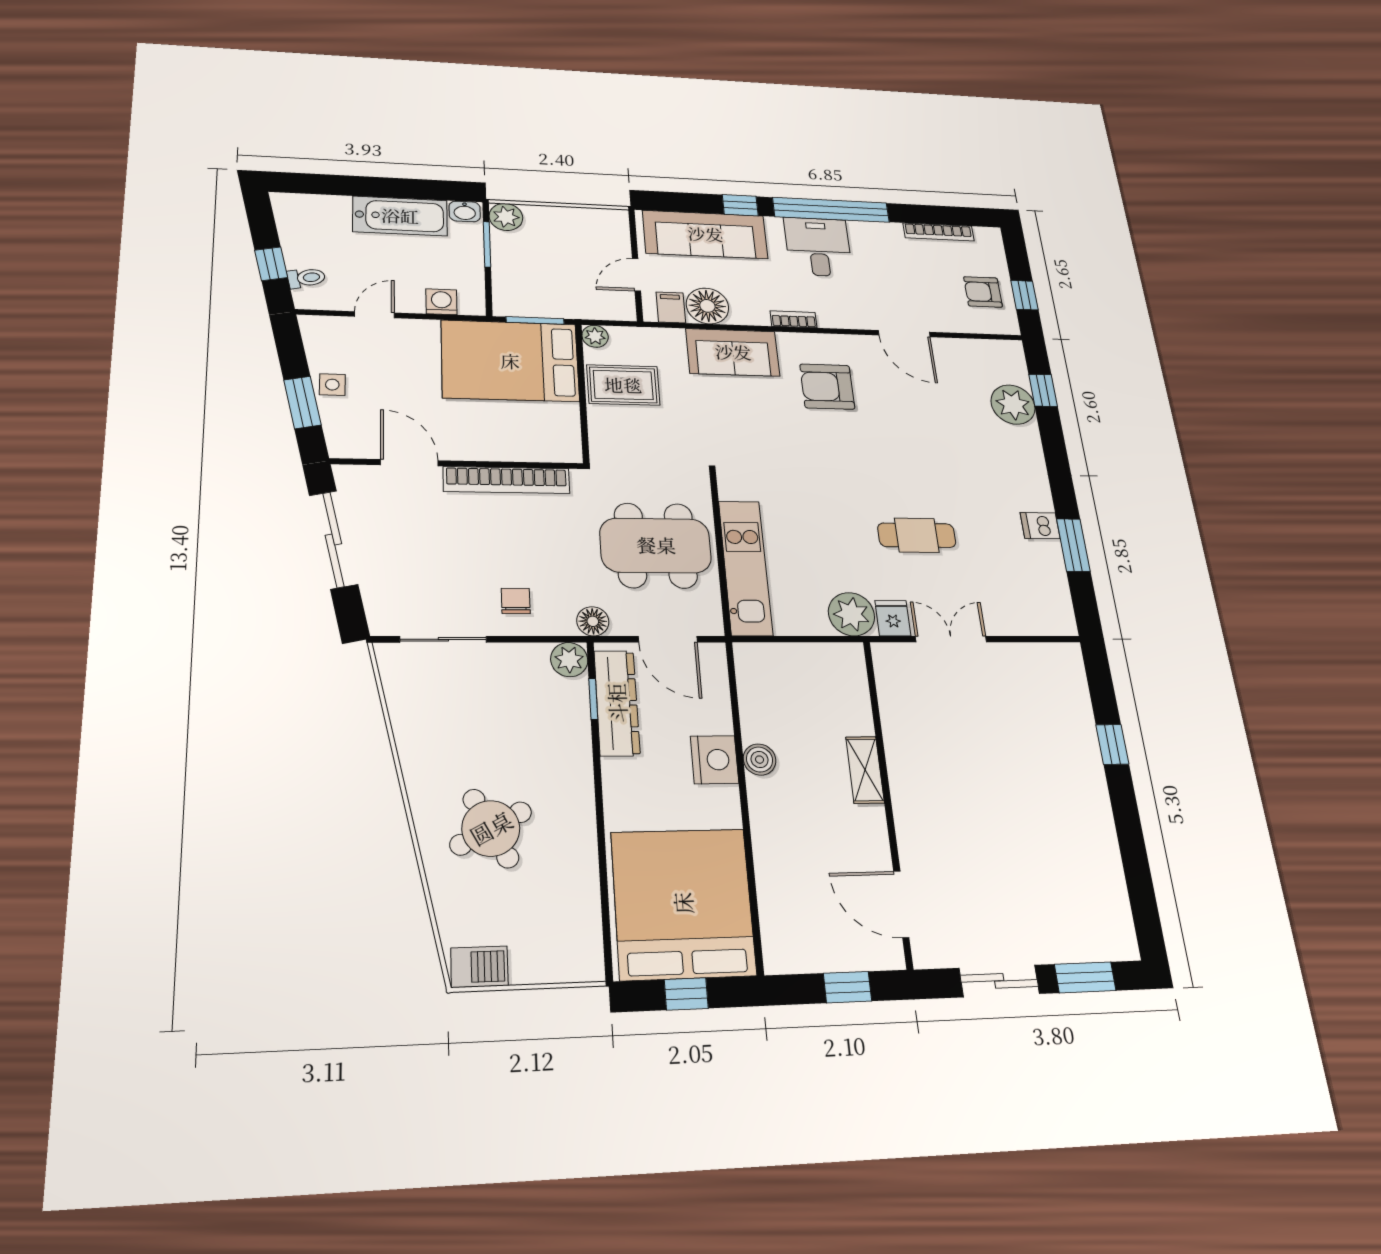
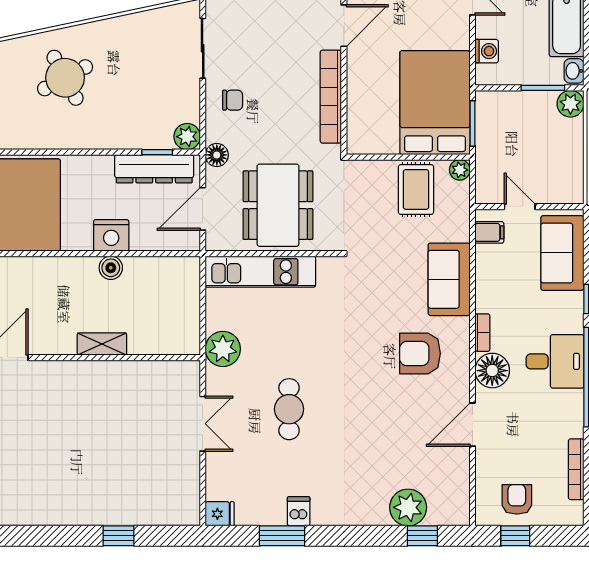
sofa: (705, 234) -> (562, 253), width x0.73
floor lamp: (707, 306) -> (492, 371), moved
armchair: (827, 387) -> (420, 353), turned -90
fridge: (893, 618) -> (220, 514), moved

